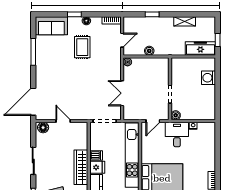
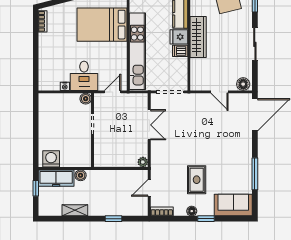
boiler: (149, 51) -> (81, 175), moved
washing machine: (209, 78) -> (51, 159), moved, turned -90

